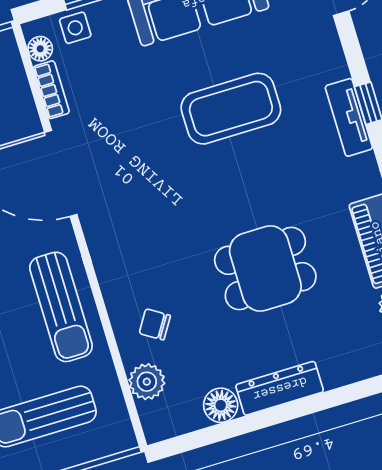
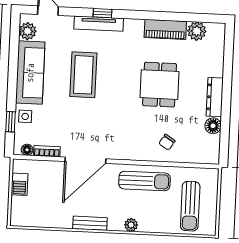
side table: (75, 28) -> (25, 116), moved
tv unit: (349, 117) -> (99, 24), width x1.41
plant: (147, 382) -> (191, 155), removed

